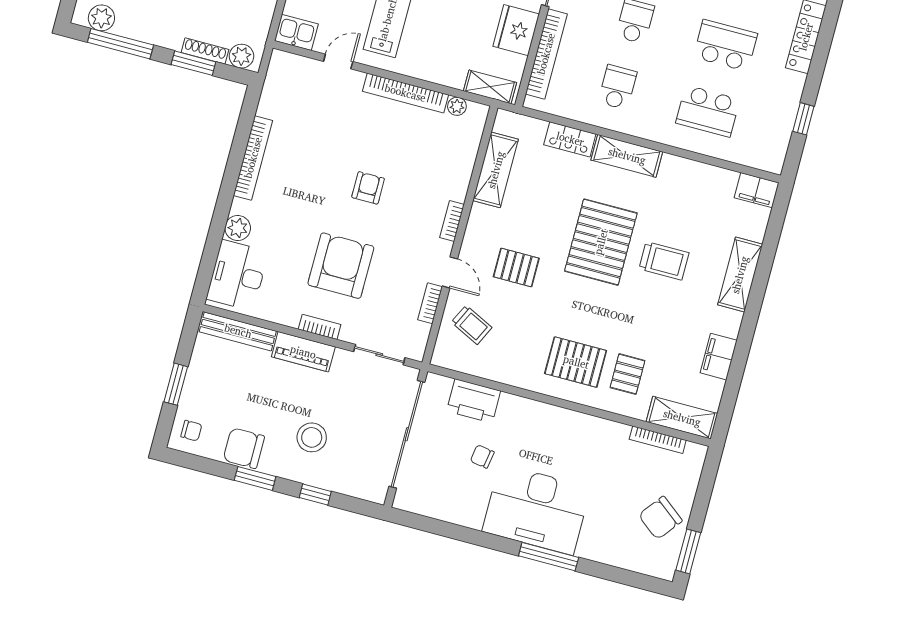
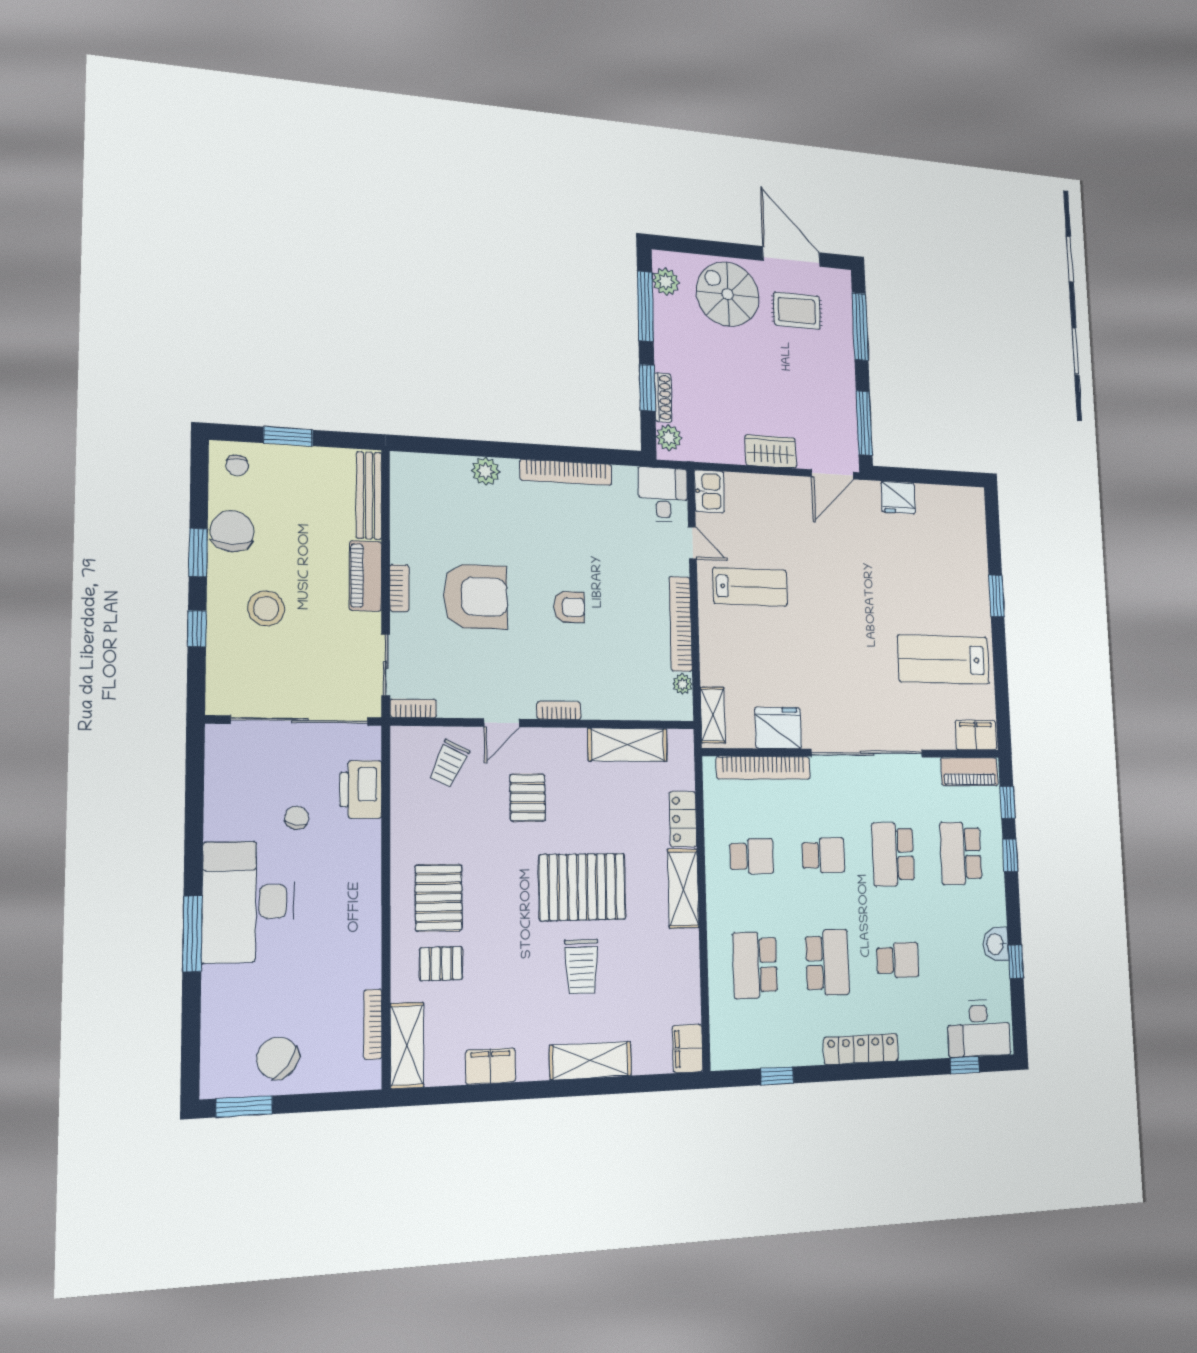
desk: (237, 275) -> (663, 495), moved, width x0.73
bookcase: (430, 303) -> (413, 708), moved

